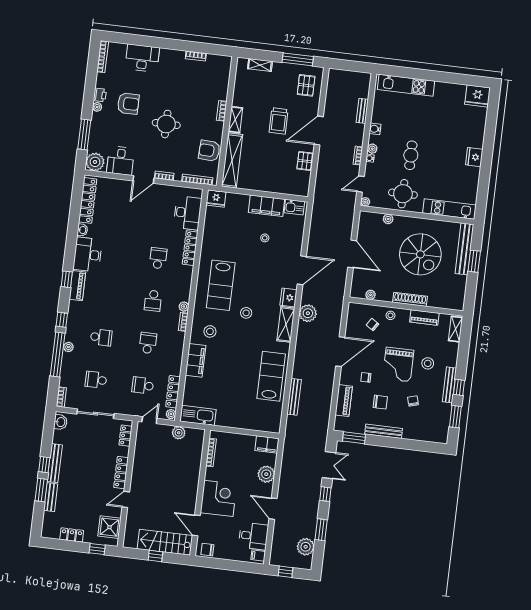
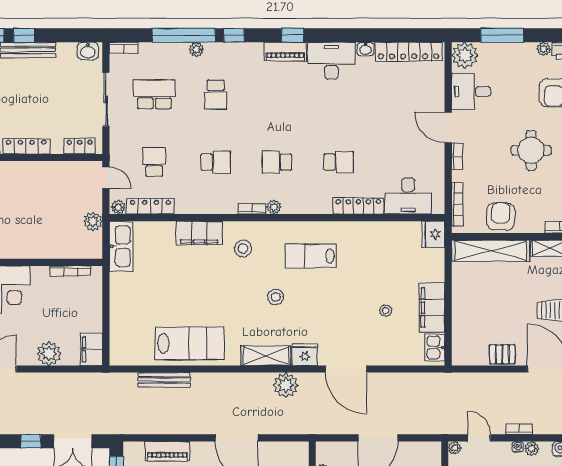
lab bench: (221, 285) -> (311, 256), width x0.73, depth x0.72
school desk: (96, 380) -> (154, 94), width x1.85

